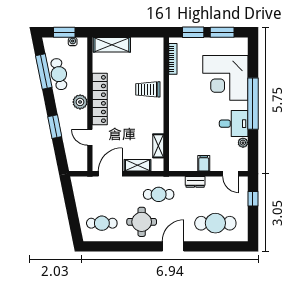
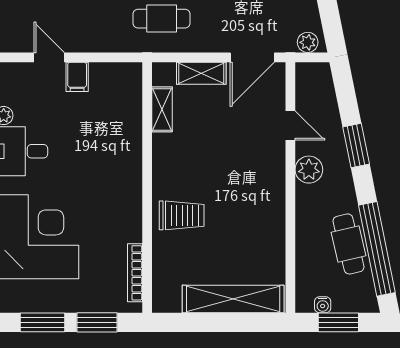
shelving: (112, 45) -> (233, 299), width x1.47
window: (44, 72) -> (377, 249), width x1.46
locker: (100, 99) -> (272, 197), removed
plant: (80, 102) -> (309, 170), moved
door: (231, 174) -> (49, 57), moved
plant: (81, 182) -> (308, 42), added
dresser: (195, 182) -> (93, 42), removed

